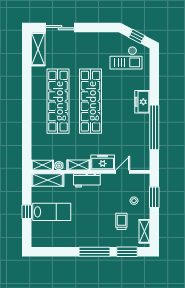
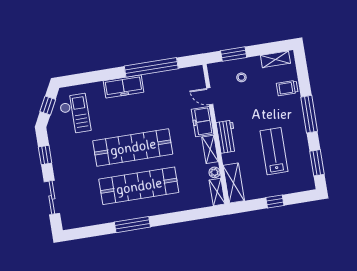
window: (96, 28) -> (45, 155), added
shelving: (38, 49) -> (81, 219), removed
window: (27, 91) -> (132, 225), added
freezer: (142, 102) -> (123, 86), width x1.40
lab bench: (52, 212) -> (274, 151), moved
trolley: (121, 221) -> (287, 88), moved
window: (127, 252) -> (317, 163), moved

